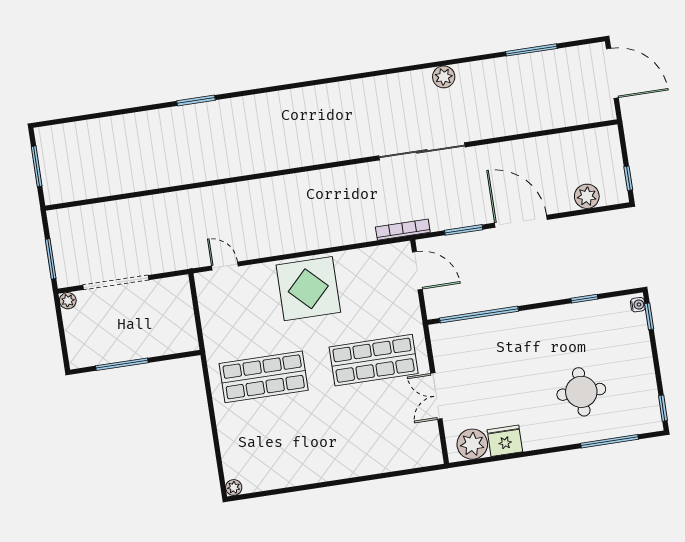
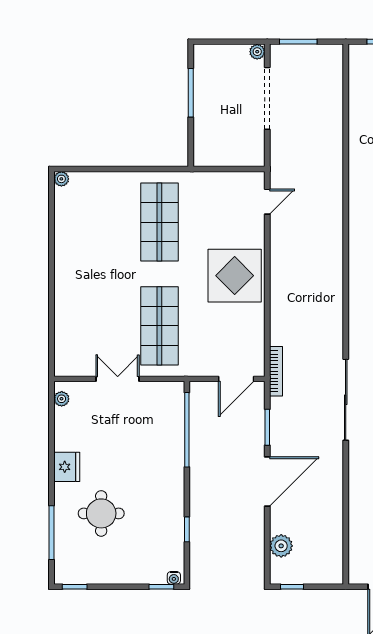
fridge: (505, 441) -> (67, 467), moved
plant: (472, 444) -> (62, 399), width x0.53, depth x0.53

